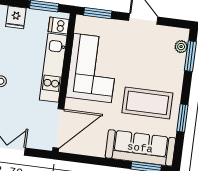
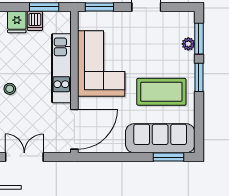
dishwasher: (59, 26) -> (35, 21), moved, turned -90
plant: (181, 47) -> (188, 44), moved
window: (182, 118) -> (199, 77), moved

